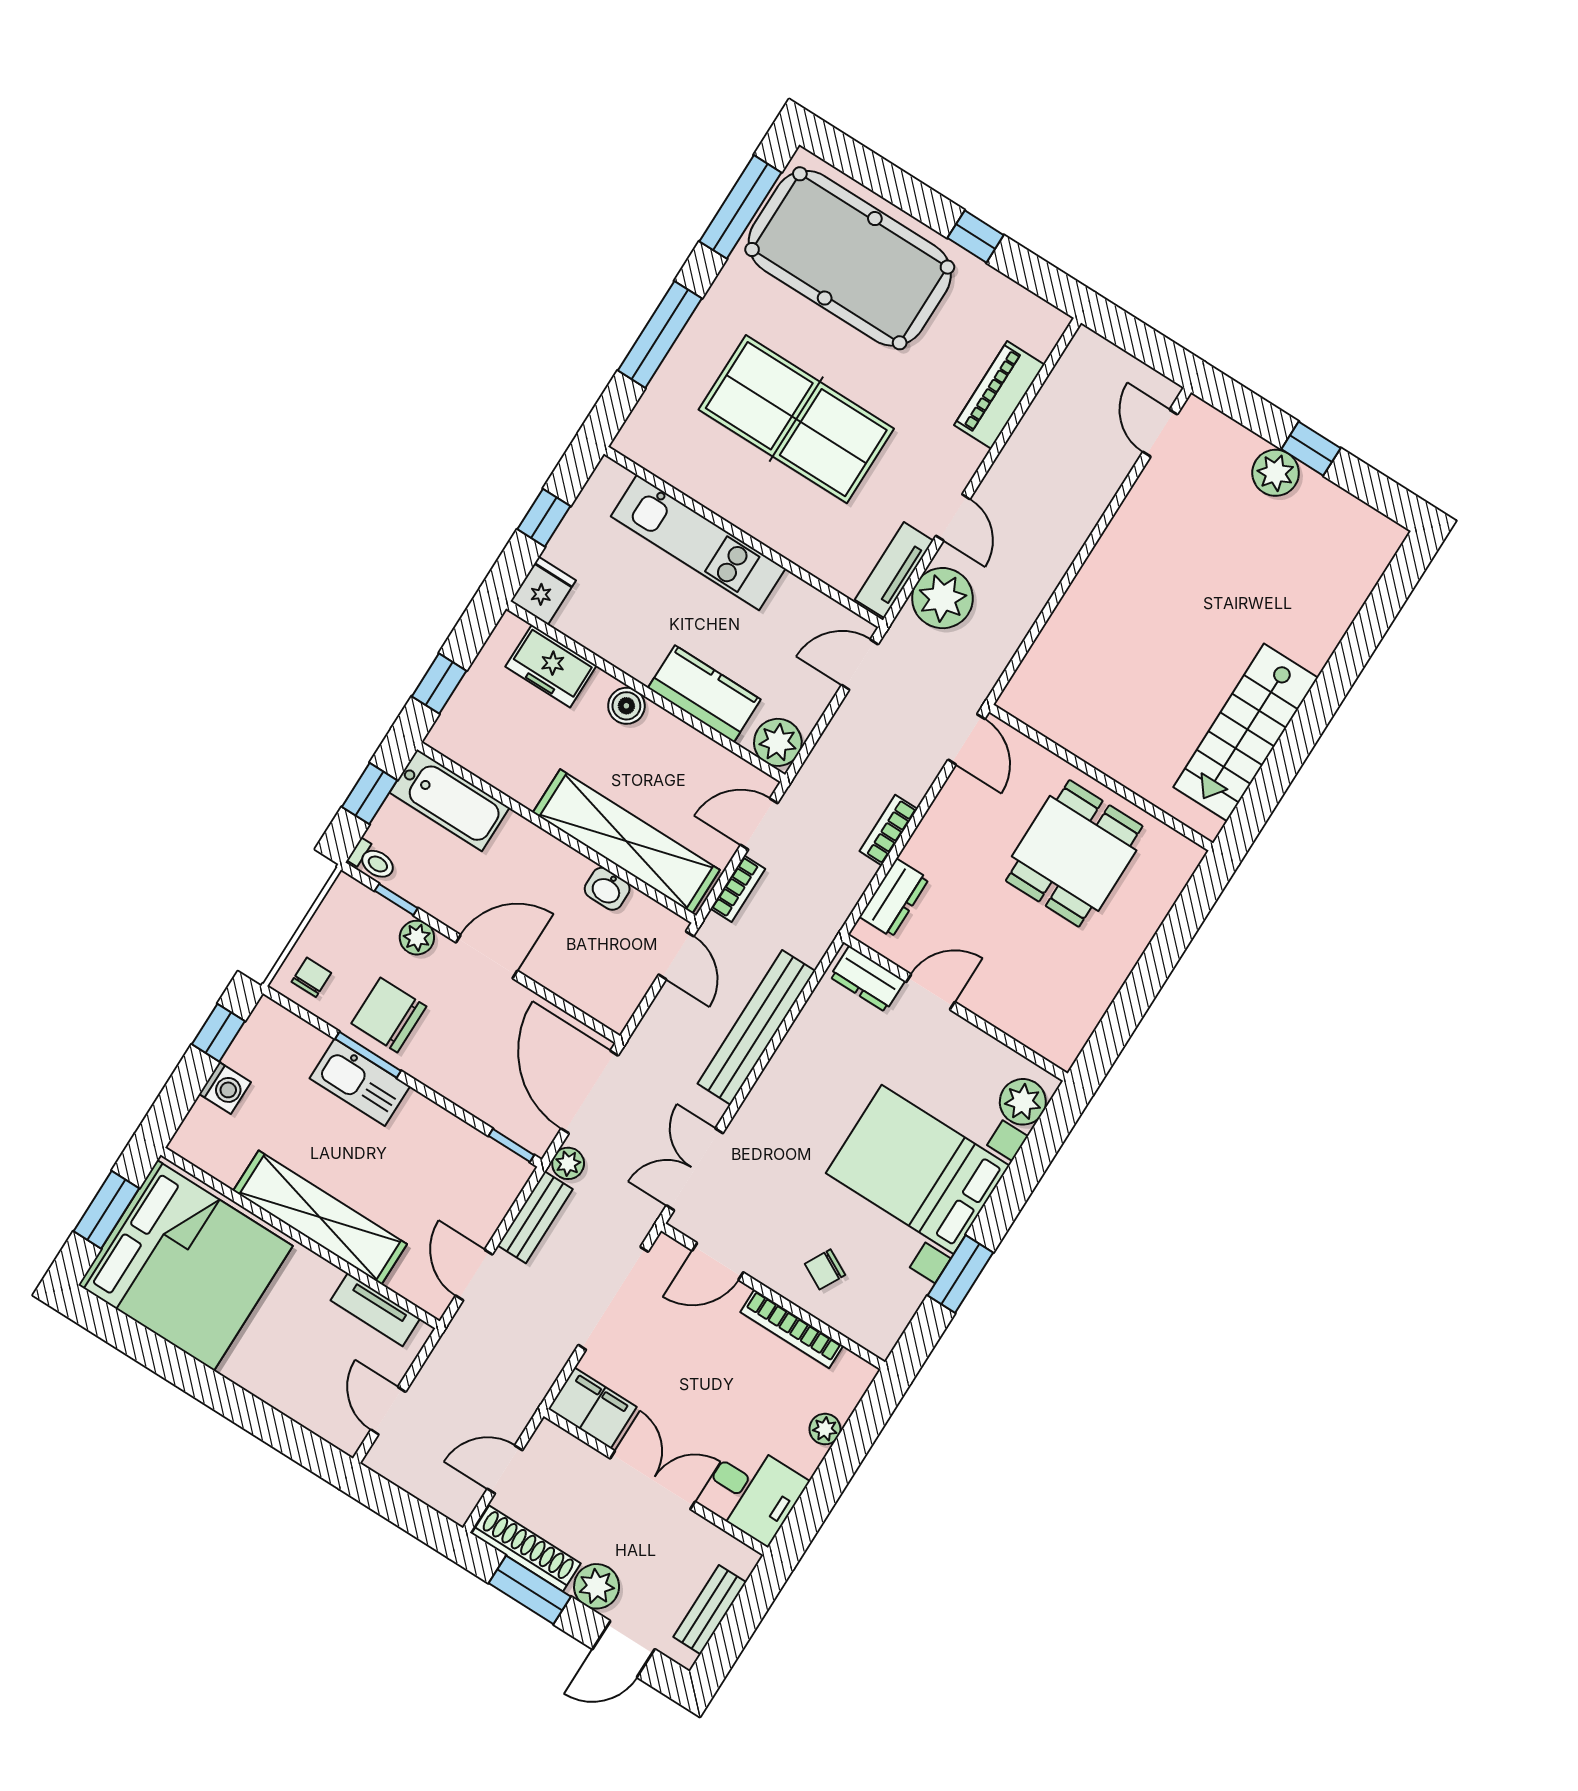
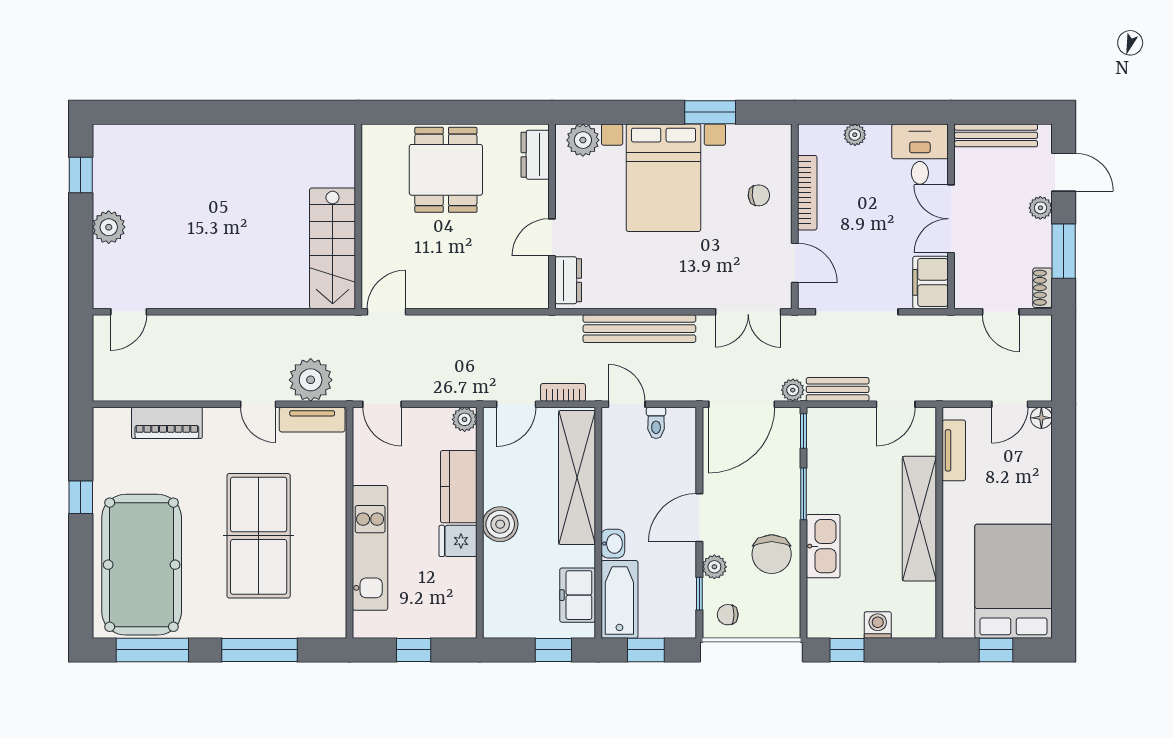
window: (1311, 449) -> (81, 175), moved
door: (953, 517) -> (258, 404), swing flipped
fridge: (543, 591) -> (458, 541), moved
freezer: (551, 666) -> (578, 595), moved, turned 180
boiler: (626, 706) -> (500, 524), width x1.36, depth x1.36
stairs: (1246, 732) -> (333, 248), moved, turned 90
plant: (778, 742) -> (465, 419), width x0.73, depth x0.73
door: (759, 824) -> (516, 404), hinge flipped
bookcase: (889, 830) -> (471, 324), removed
dining table: (1074, 853) -> (446, 170), moved, turned 90
toilet: (373, 861) -> (656, 423), moved, turned 180
washbasin: (607, 889) -> (613, 544), moved
dresser: (894, 898) -> (535, 155), moved, turned -90
door: (676, 955) -> (627, 404), hinge flipped
door: (487, 957) -> (699, 518), hinge flipped
chair: (311, 977) -> (728, 615), moved
door: (930, 992) -> (552, 237), hinge flipped
window: (368, 1055) -> (803, 494), moved
window: (106, 1210) -> (996, 650), width x0.67
bed: (186, 1266) -> (1013, 581), width x0.73
chair: (825, 1269) -> (759, 195), turned -33
floor lamp: (348, 1438) -> (1041, 418), added
shoe rack: (526, 1548) -> (1042, 288), width x0.51, depth x0.81
plant: (597, 1586) -> (1040, 208), width x0.73, depth x0.73
bench: (710, 1610) -> (996, 135), width x1.36

